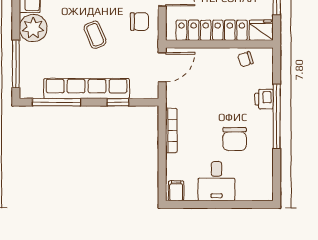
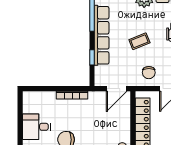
door: (162, 67) -> (117, 89), hinge flipped
filing cabinet: (176, 191) -> (30, 98), removed

